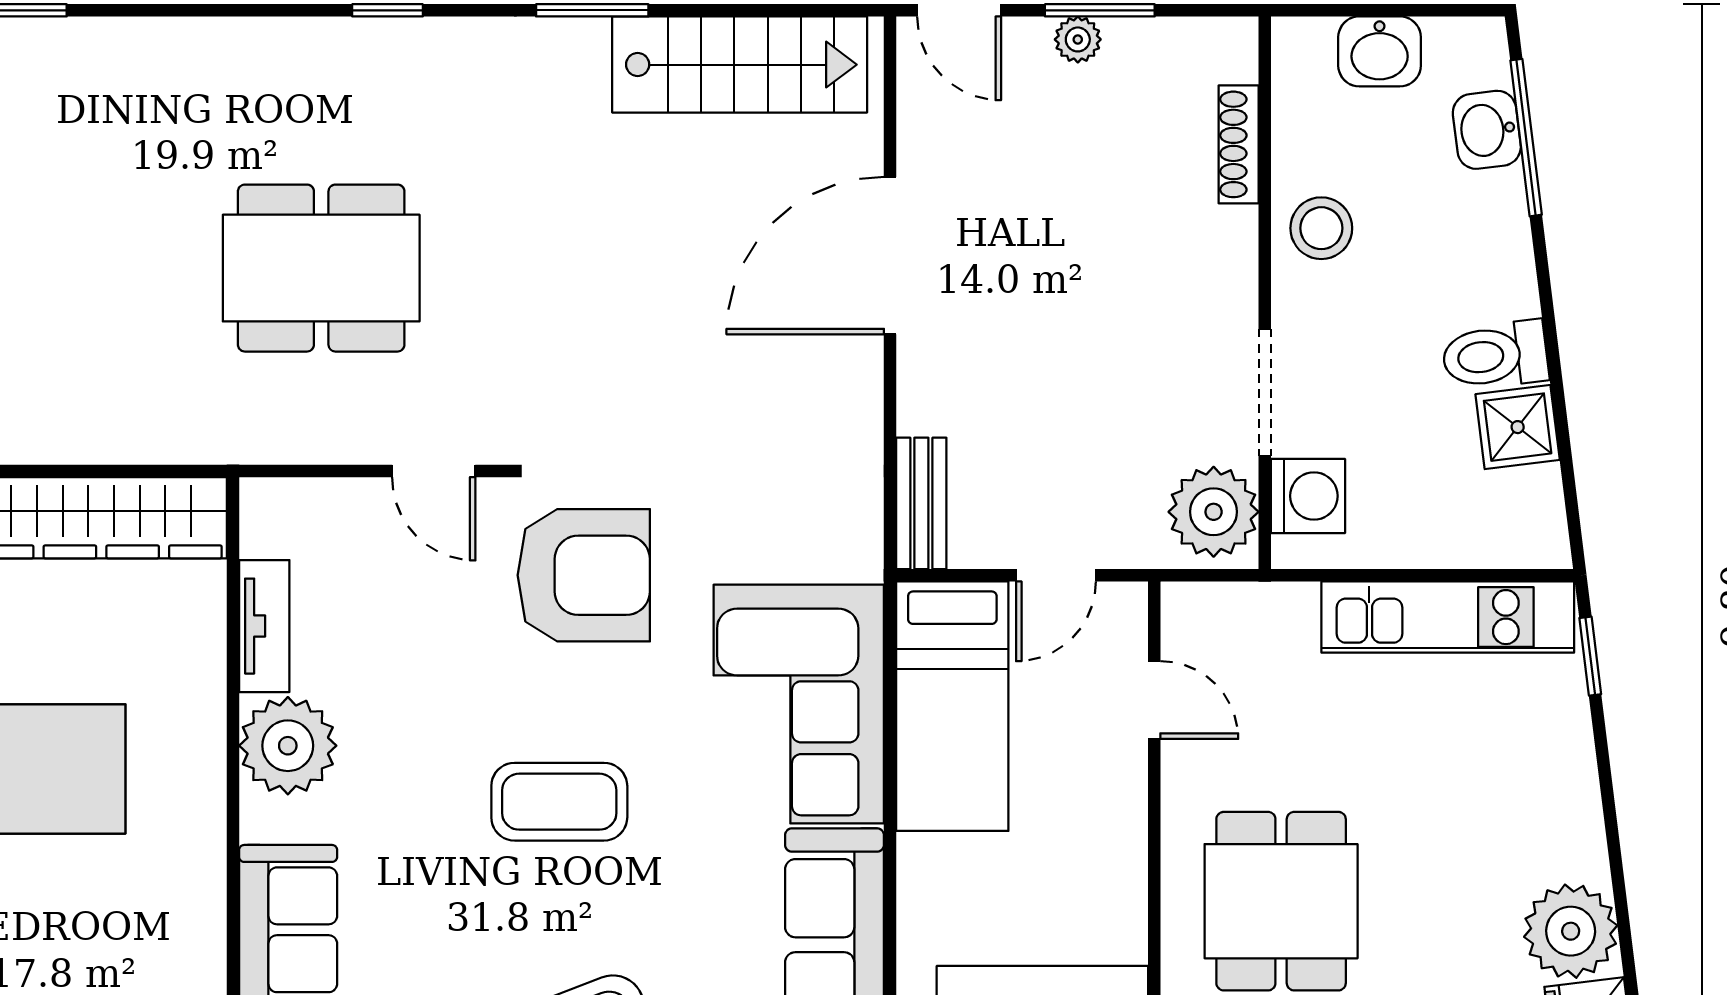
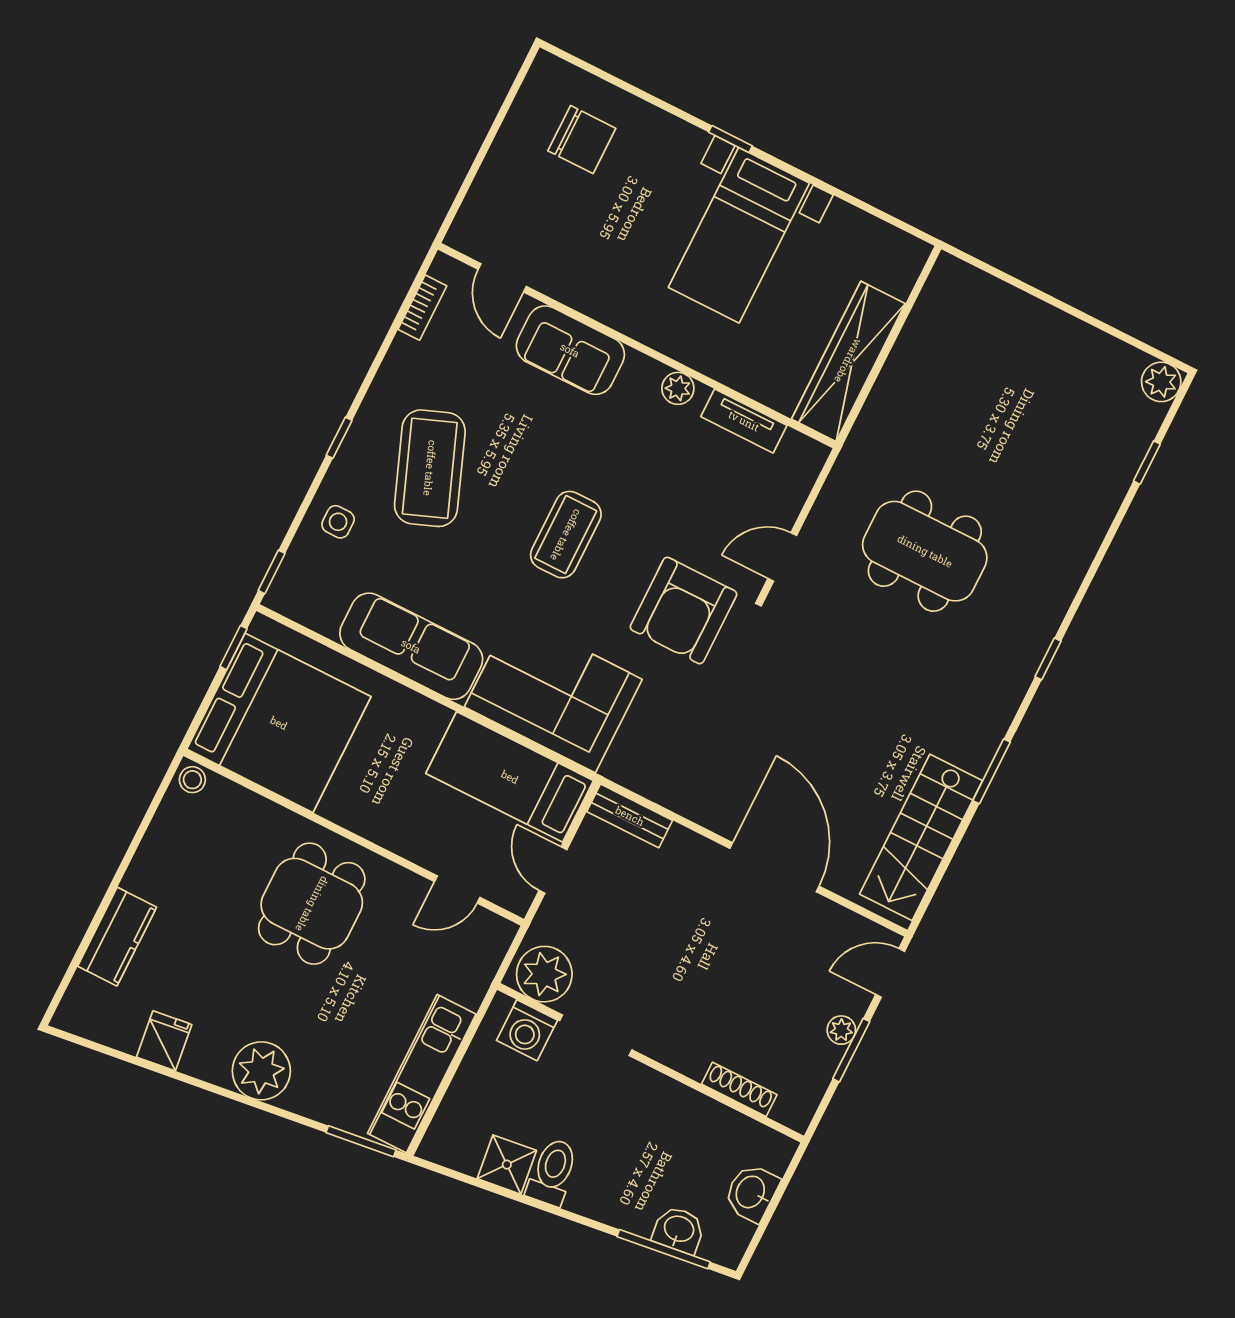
stool: (1321, 228) -> (670, 1112), removed
dining table: (321, 268) -> (925, 551), turned 90
window: (1590, 656) -> (361, 1141), width x1.50
plant: (288, 746) -> (678, 388), width x0.53, depth x0.53
dining table: (1281, 901) -> (312, 904), turned 90
plant: (1571, 931) -> (261, 1071), moved

